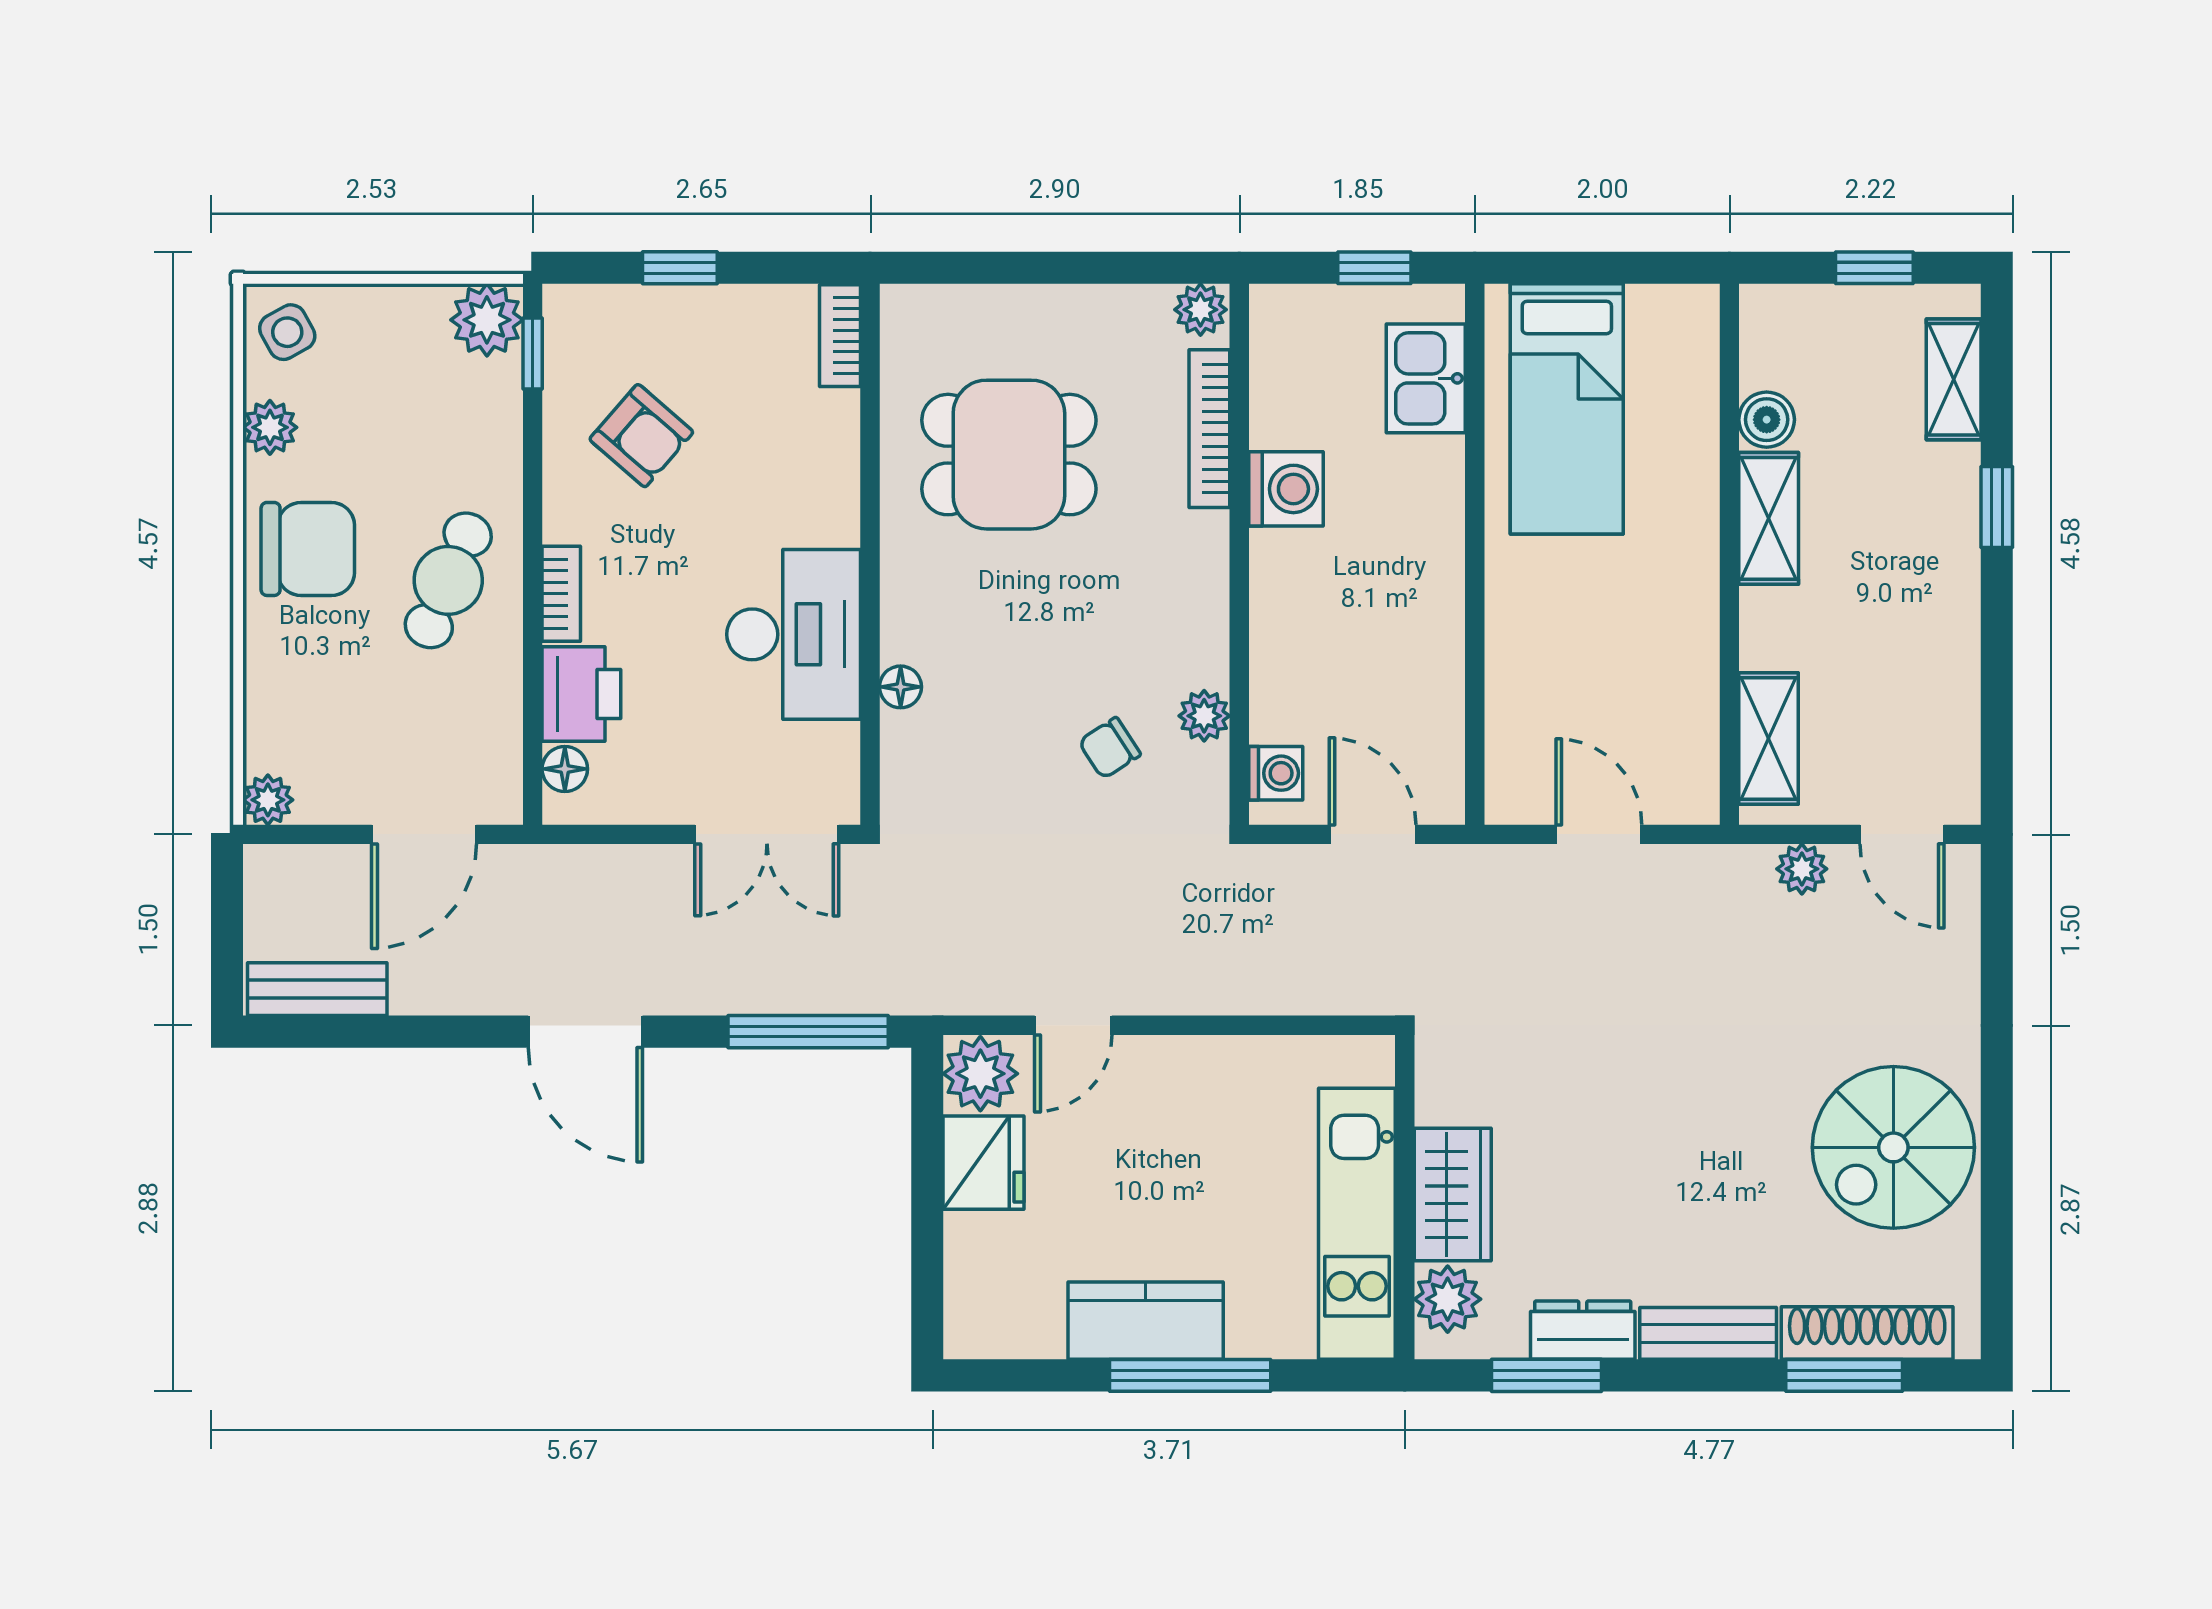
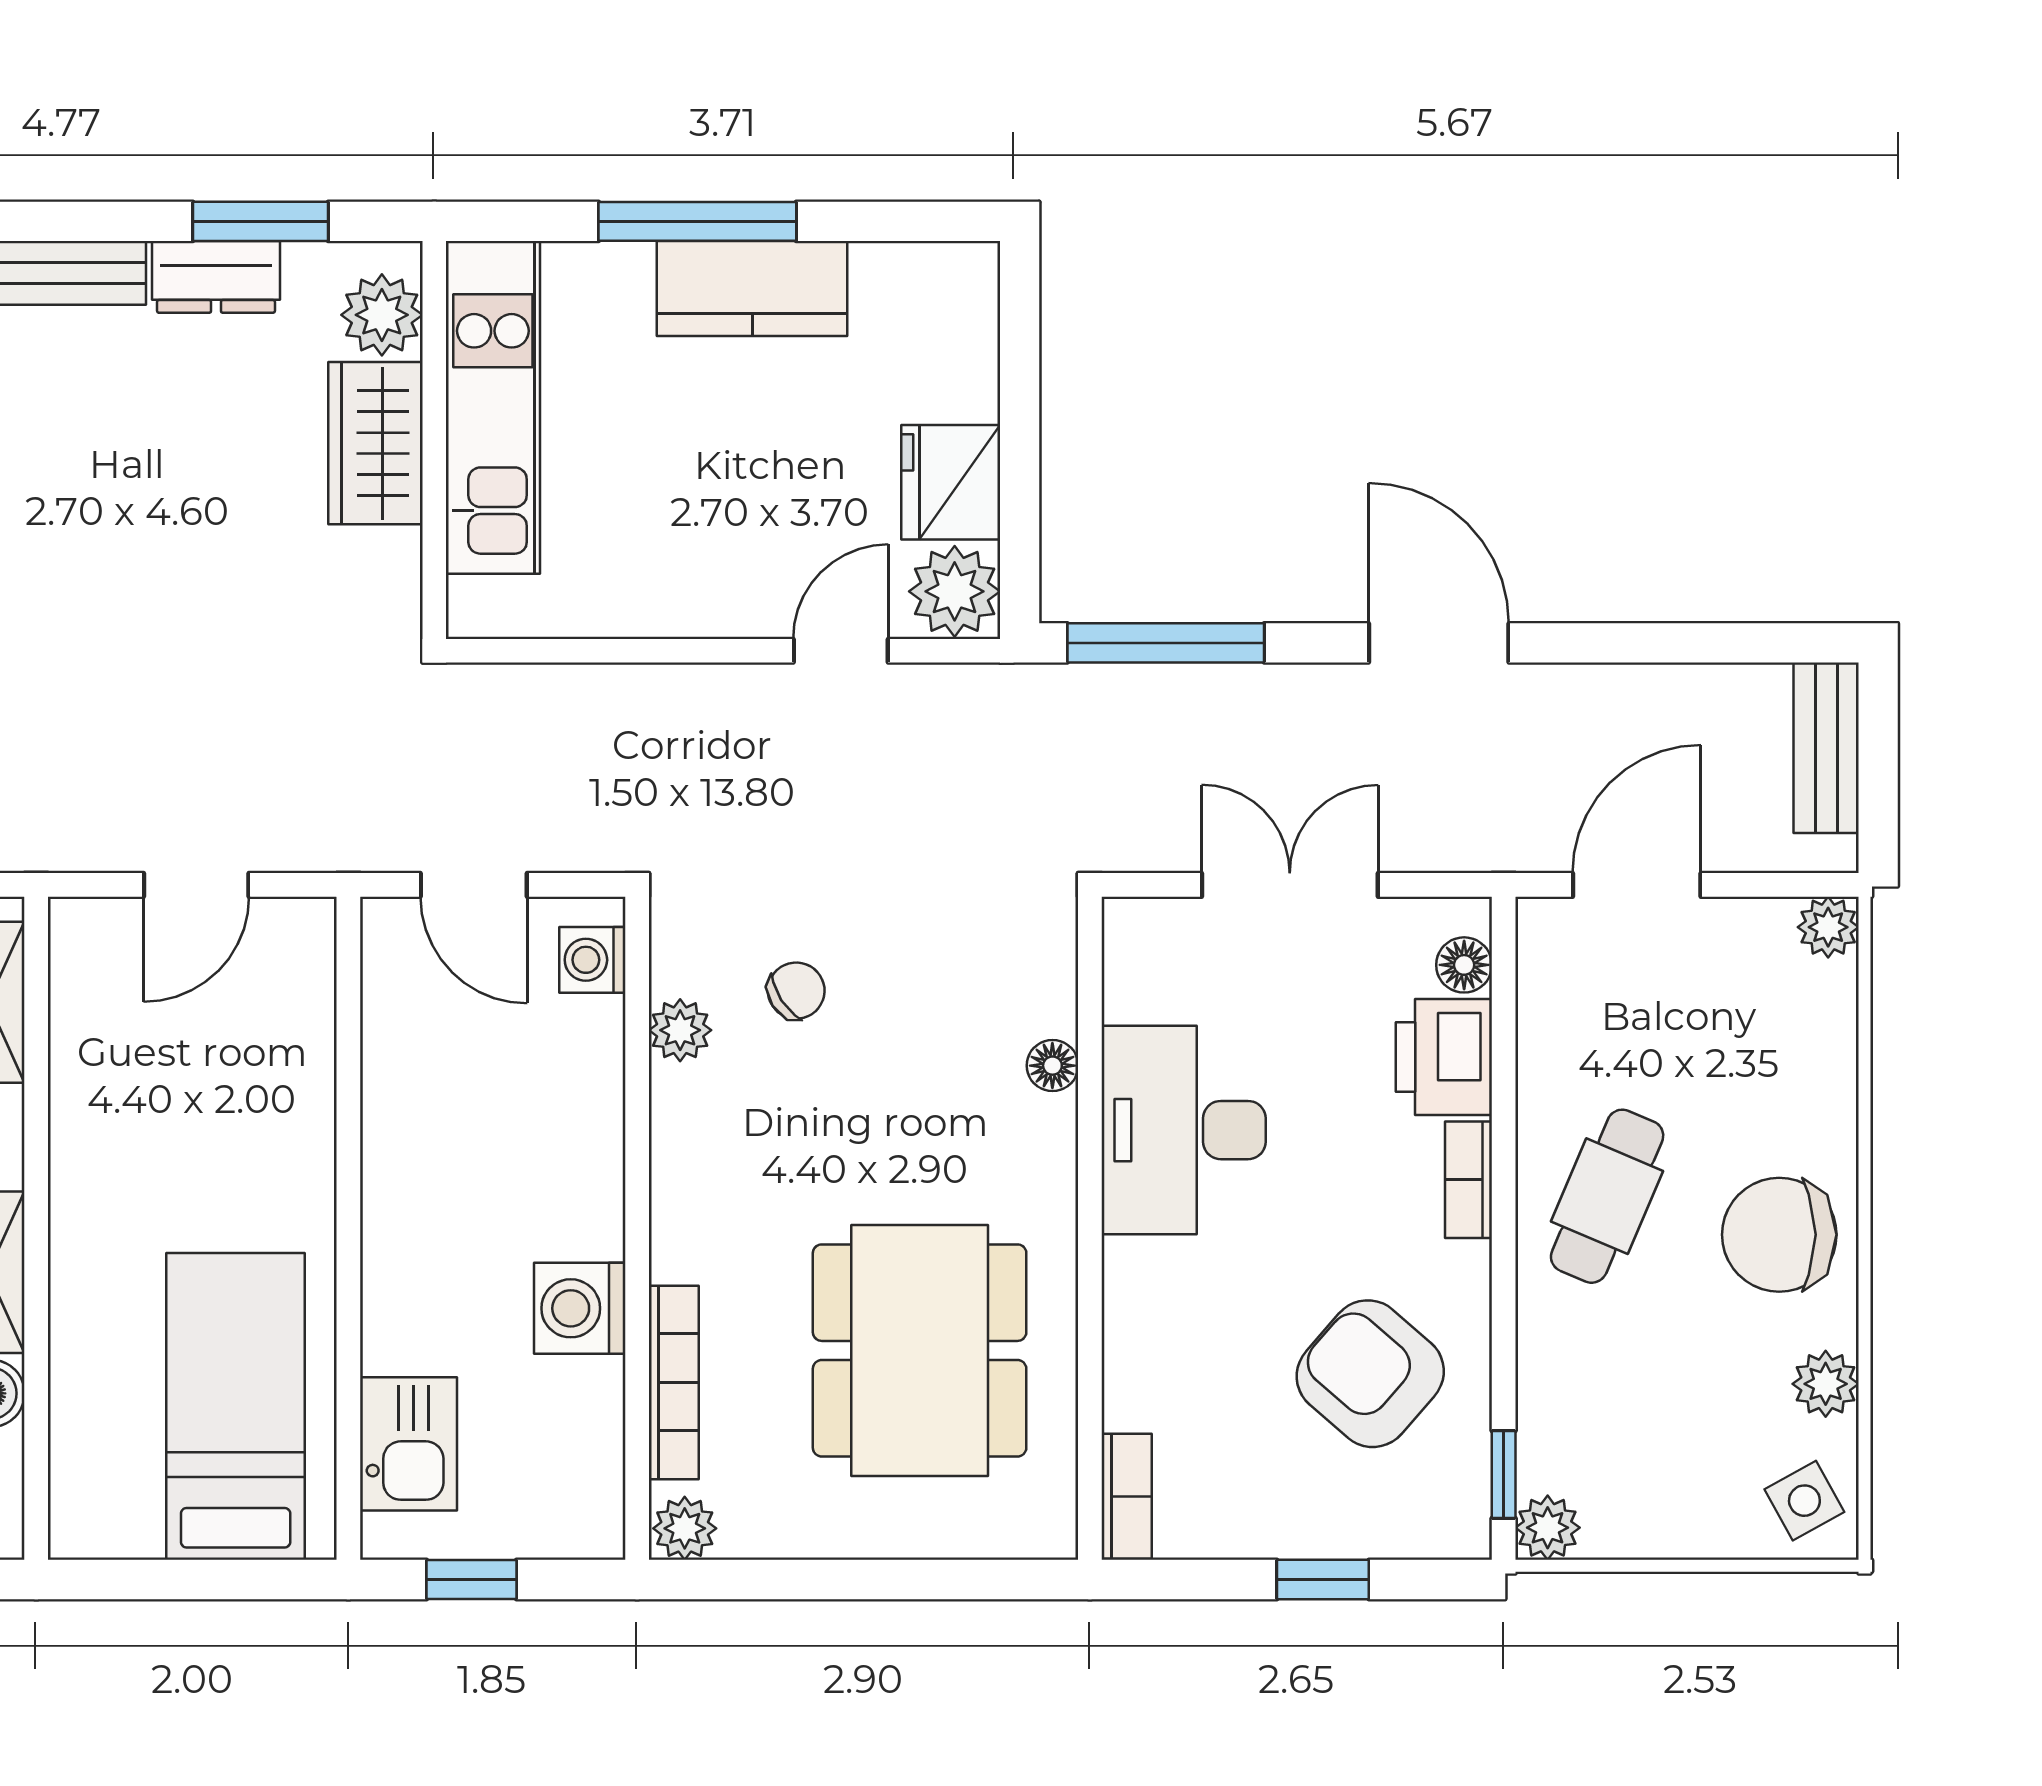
plant: (487, 320) -> (1548, 1528), width x0.73, depth x0.73
armchair: (641, 436) -> (1370, 1374), width x1.38, depth x1.38
dining table: (1009, 455) -> (920, 1350), width x1.38
double door: (767, 834) -> (1290, 885), moved
door: (1599, 834) -> (196, 885), hinge flipped
bench: (317, 989) -> (1826, 748), moved, turned 90

